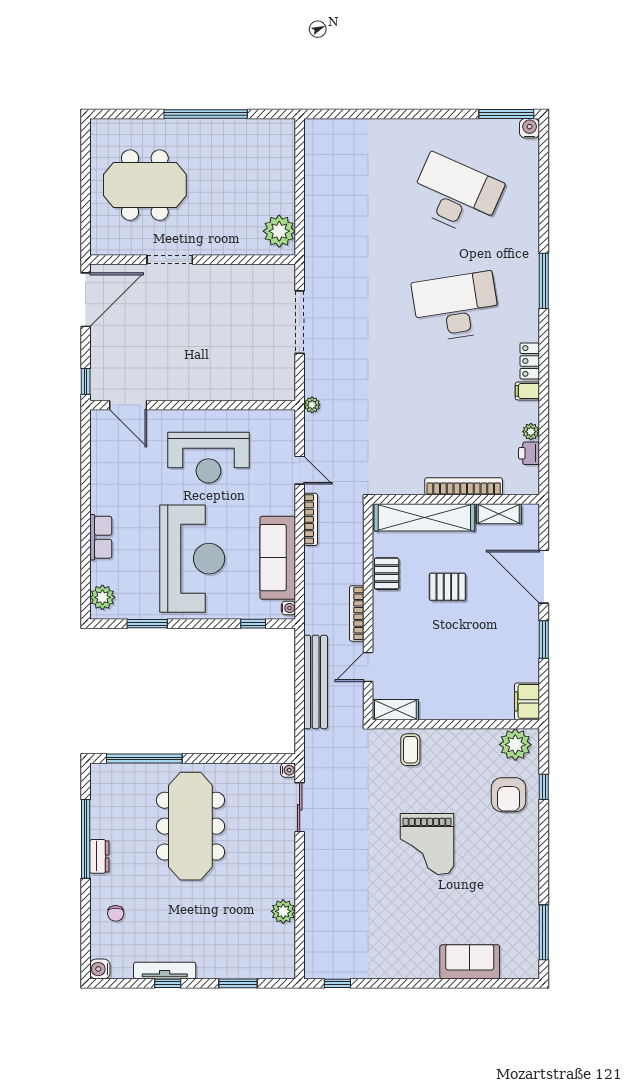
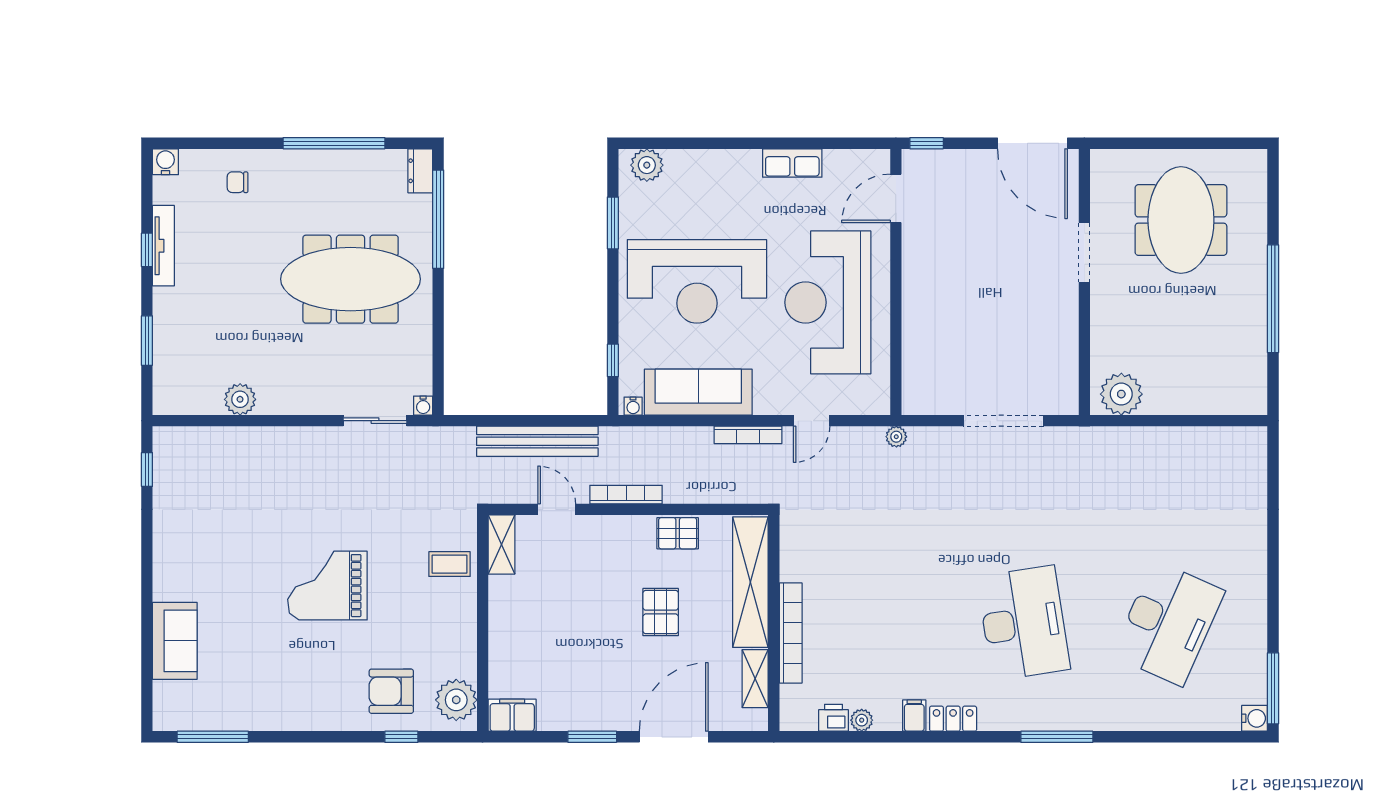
reception desk: (208, 458) -> (828, 302), width x1.36, depth x1.30
row of seats: (101, 537) -> (792, 163), moved
dresser: (99, 856) -> (420, 171), moved, turned 90

